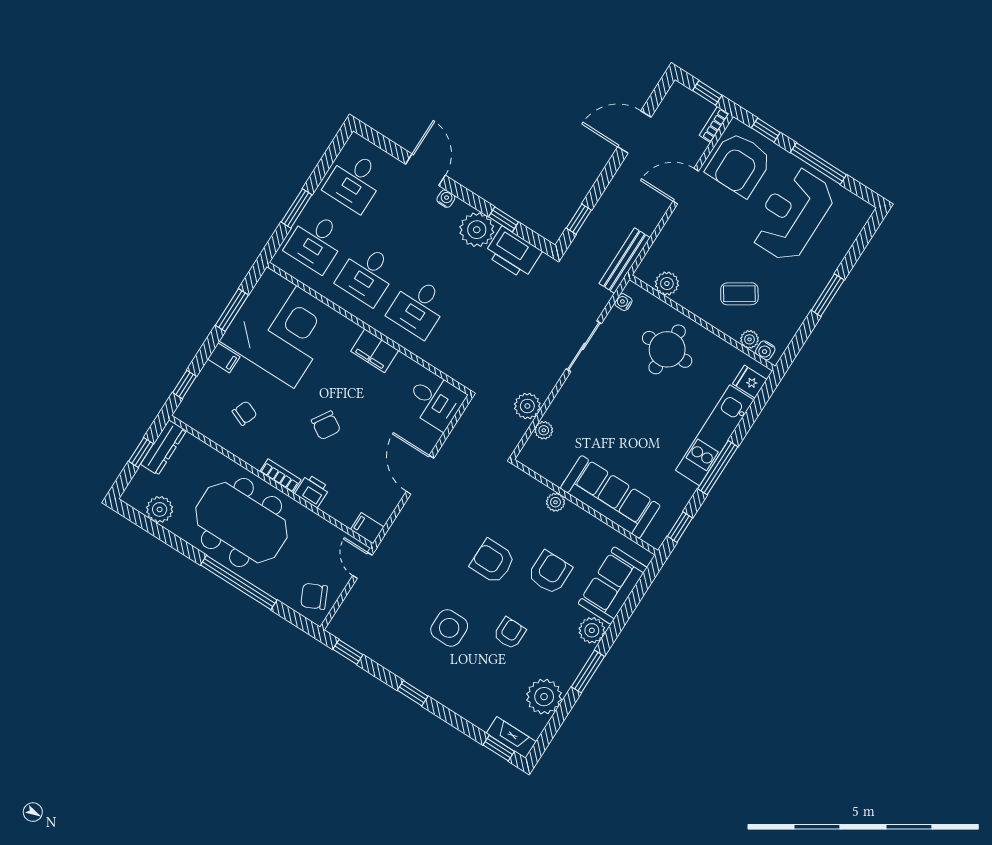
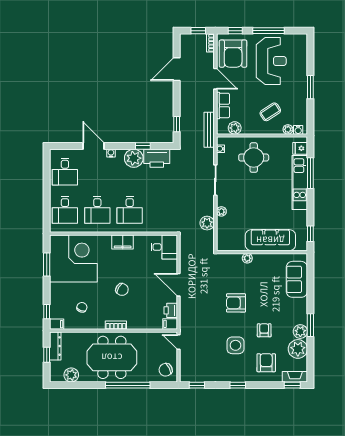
door: (686, 186) -> (215, 79), swing flipped
window: (297, 208) -> (47, 200), removed
reception desk: (792, 214) -> (271, 61), turned 180
row of seats: (671, 236) -> (223, 105), added
filing cabinet: (224, 358) -> (57, 324), moved
plant: (544, 430) -> (221, 211), moved
window: (718, 468) -> (310, 173), moved
printer: (312, 491) -> (171, 310), moved, turned -90
armchair: (550, 572) -> (266, 363), moved
plant: (592, 630) -> (300, 332), moved

